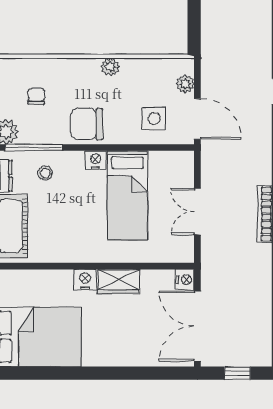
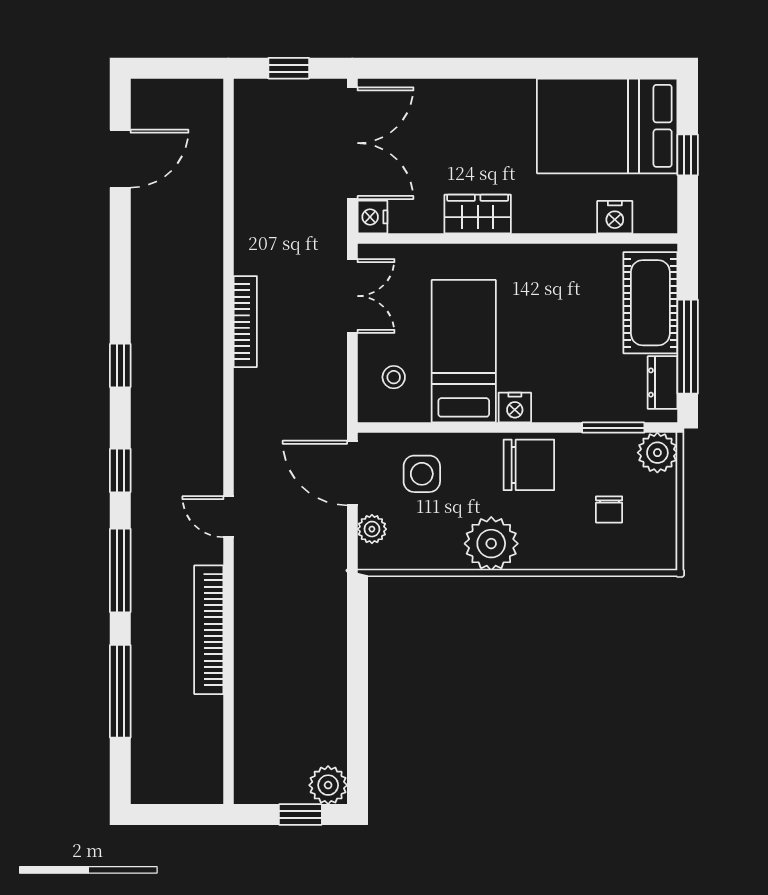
plant: (110, 67) -> (491, 544), width x1.87, depth x1.87
window: (34, 148) -> (613, 428), width x0.69
stool: (45, 173) -> (394, 377), moved
double door: (197, 212) -> (352, 296), moved
nightstand: (85, 280) -> (615, 217), moved

